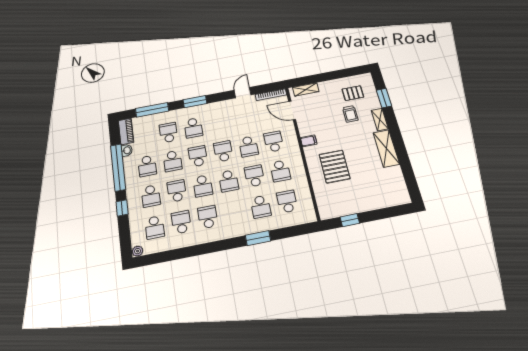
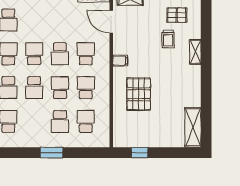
window: (384, 98) -> (206, 28), removed
shelving: (386, 148) -> (193, 127), moved
school desk: (280, 171) -> (86, 88), turned 180

